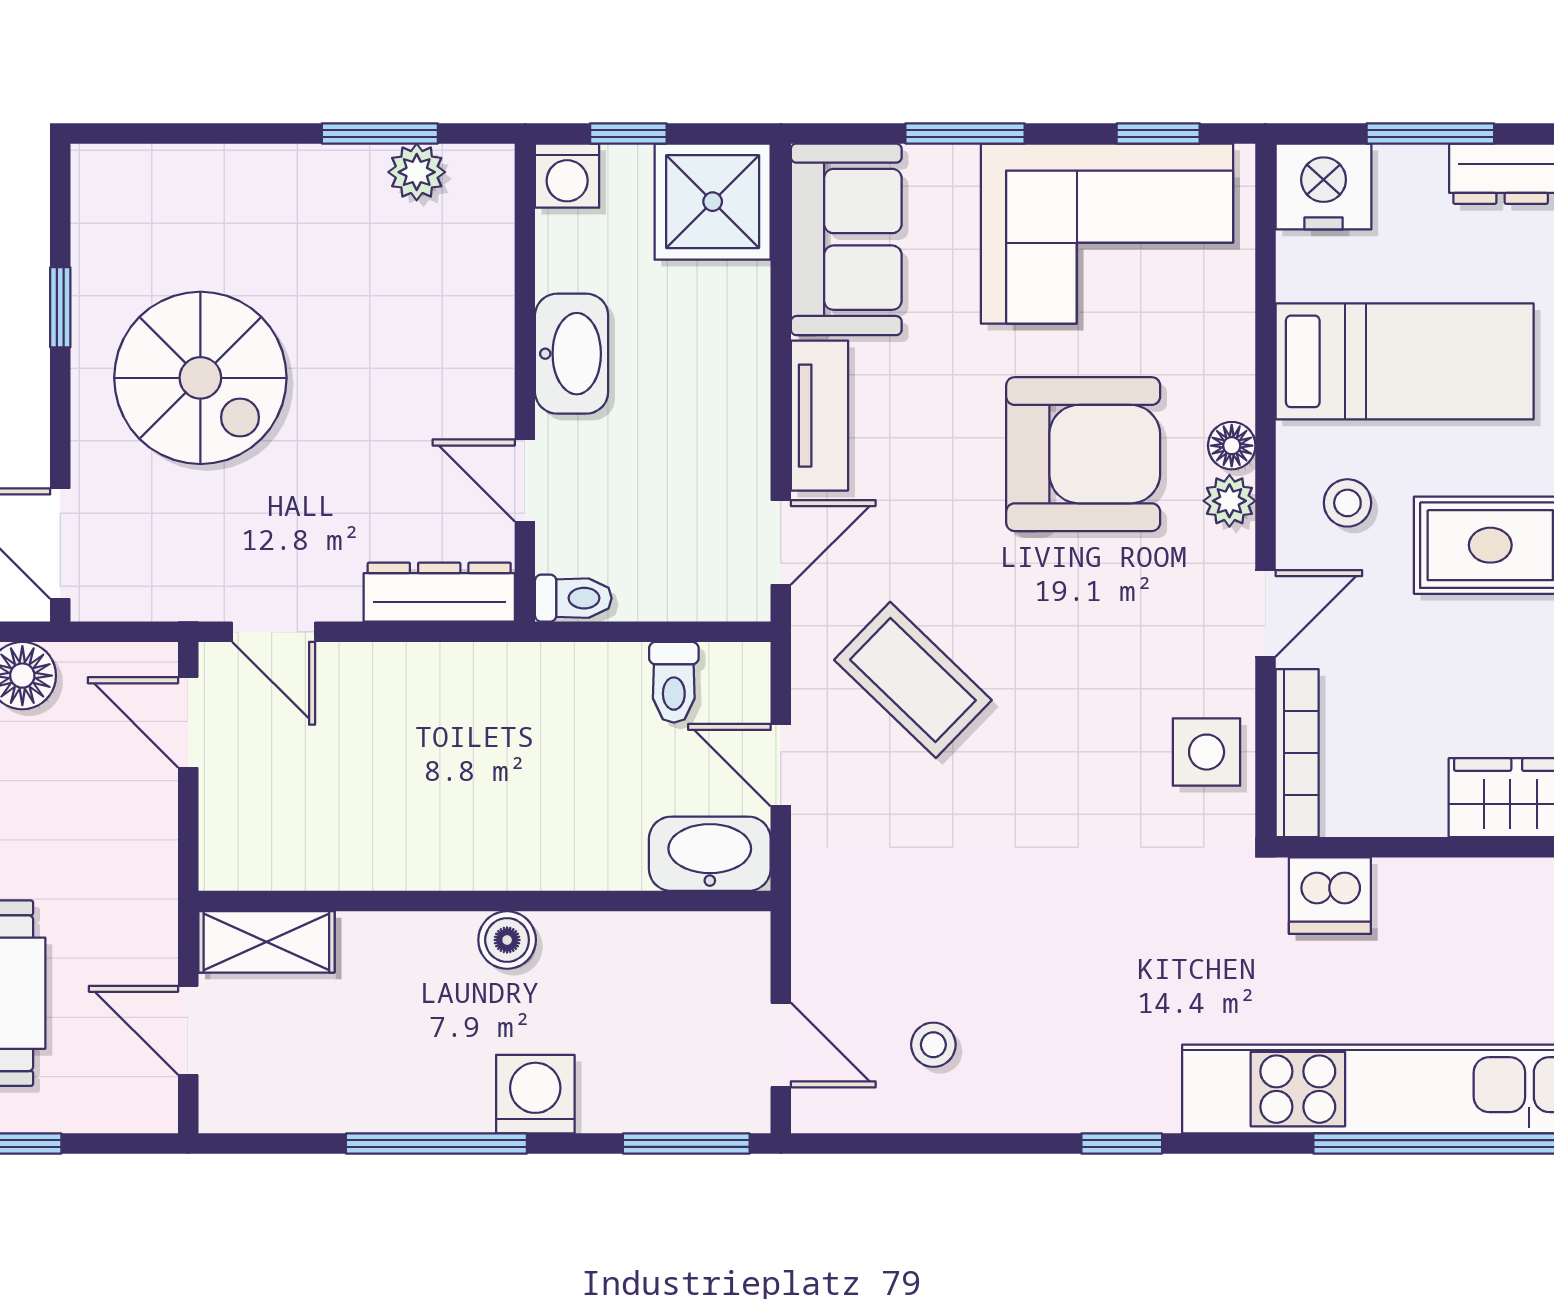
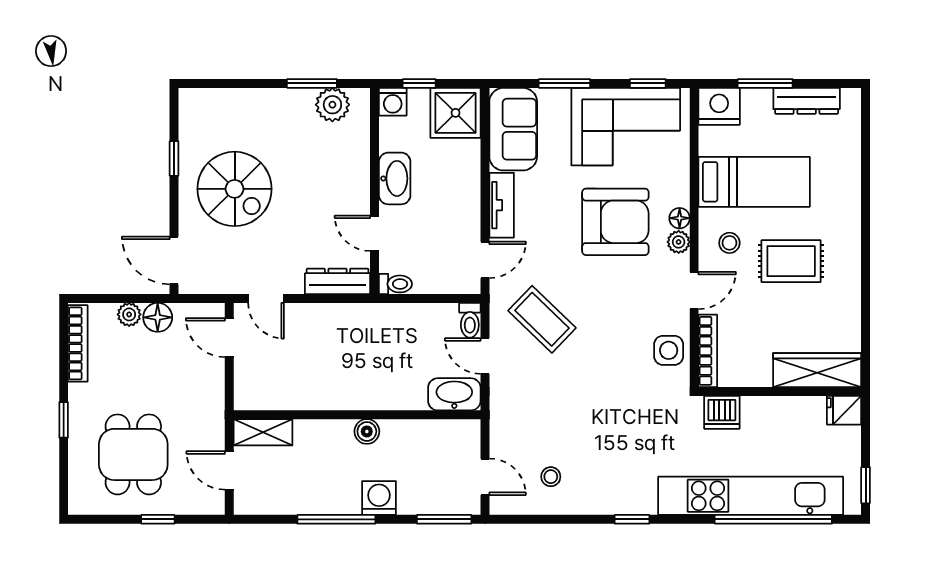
plant: (417, 172) -> (332, 105), width x1.38, depth x1.38
toilet: (674, 682) -> (470, 320), moved

